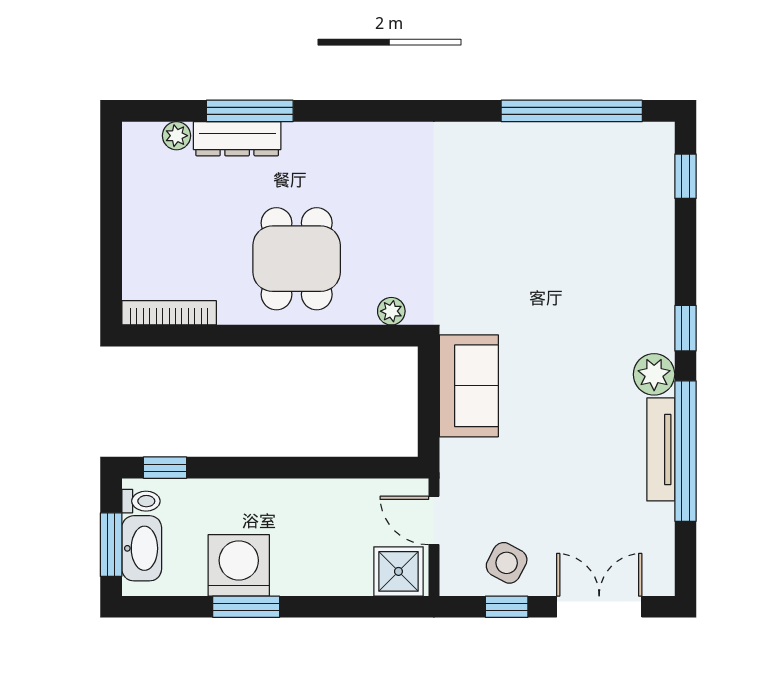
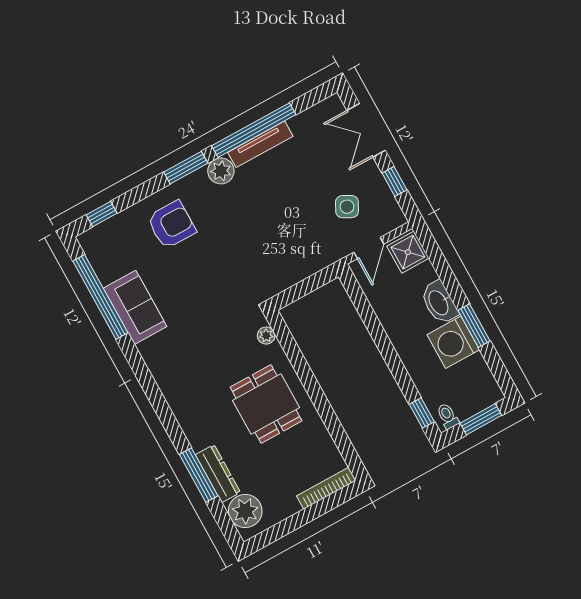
plant: (176, 136) -> (245, 511), width x1.87, depth x1.87
dining table: (297, 259) -> (266, 404), turned 90
armchair: (617, 265) -> (171, 225), added
bookcase: (169, 313) -> (326, 488), moved, turned 90
window: (685, 328) -> (186, 168), width x1.50
sofa: (469, 386) -> (135, 307), moved, turned 90
washbasin: (142, 548) -> (439, 302), moved, turned -90
side table: (507, 563) -> (347, 207), moved

